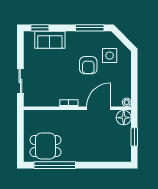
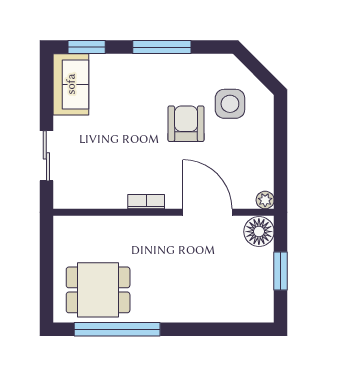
window: (90, 28) -> (162, 47), moved
sofa: (50, 40) -> (71, 84), moved, turned -90
armchair: (88, 65) -> (186, 124), turned 180
door: (99, 108) -> (207, 212), hinge flipped

